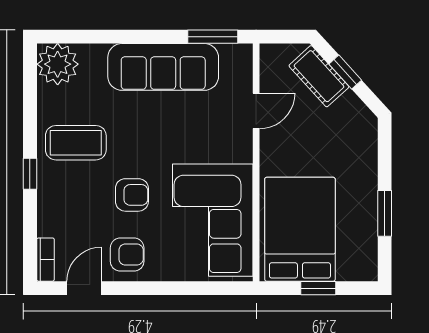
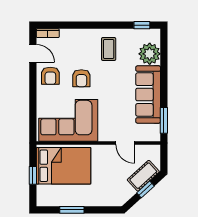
plant: (58, 64) -> (150, 54), moved
coffee table: (76, 143) -> (109, 49), width x0.73, depth x0.77
window: (30, 174) -> (142, 25), moved

